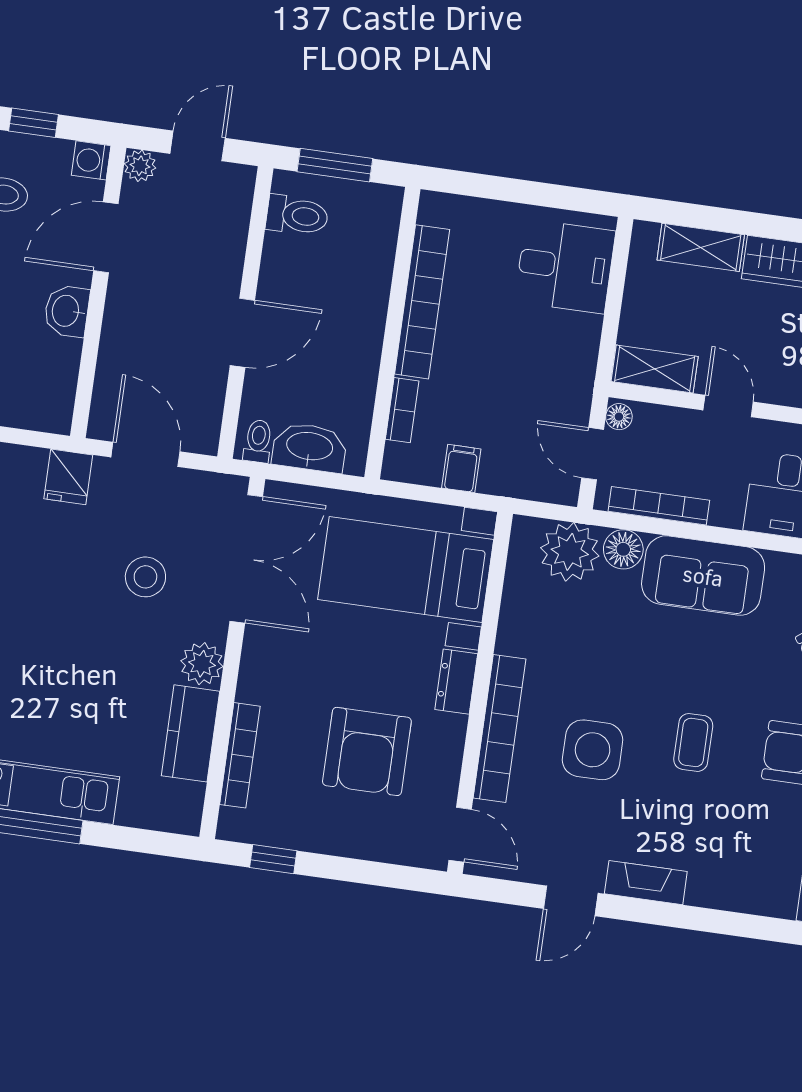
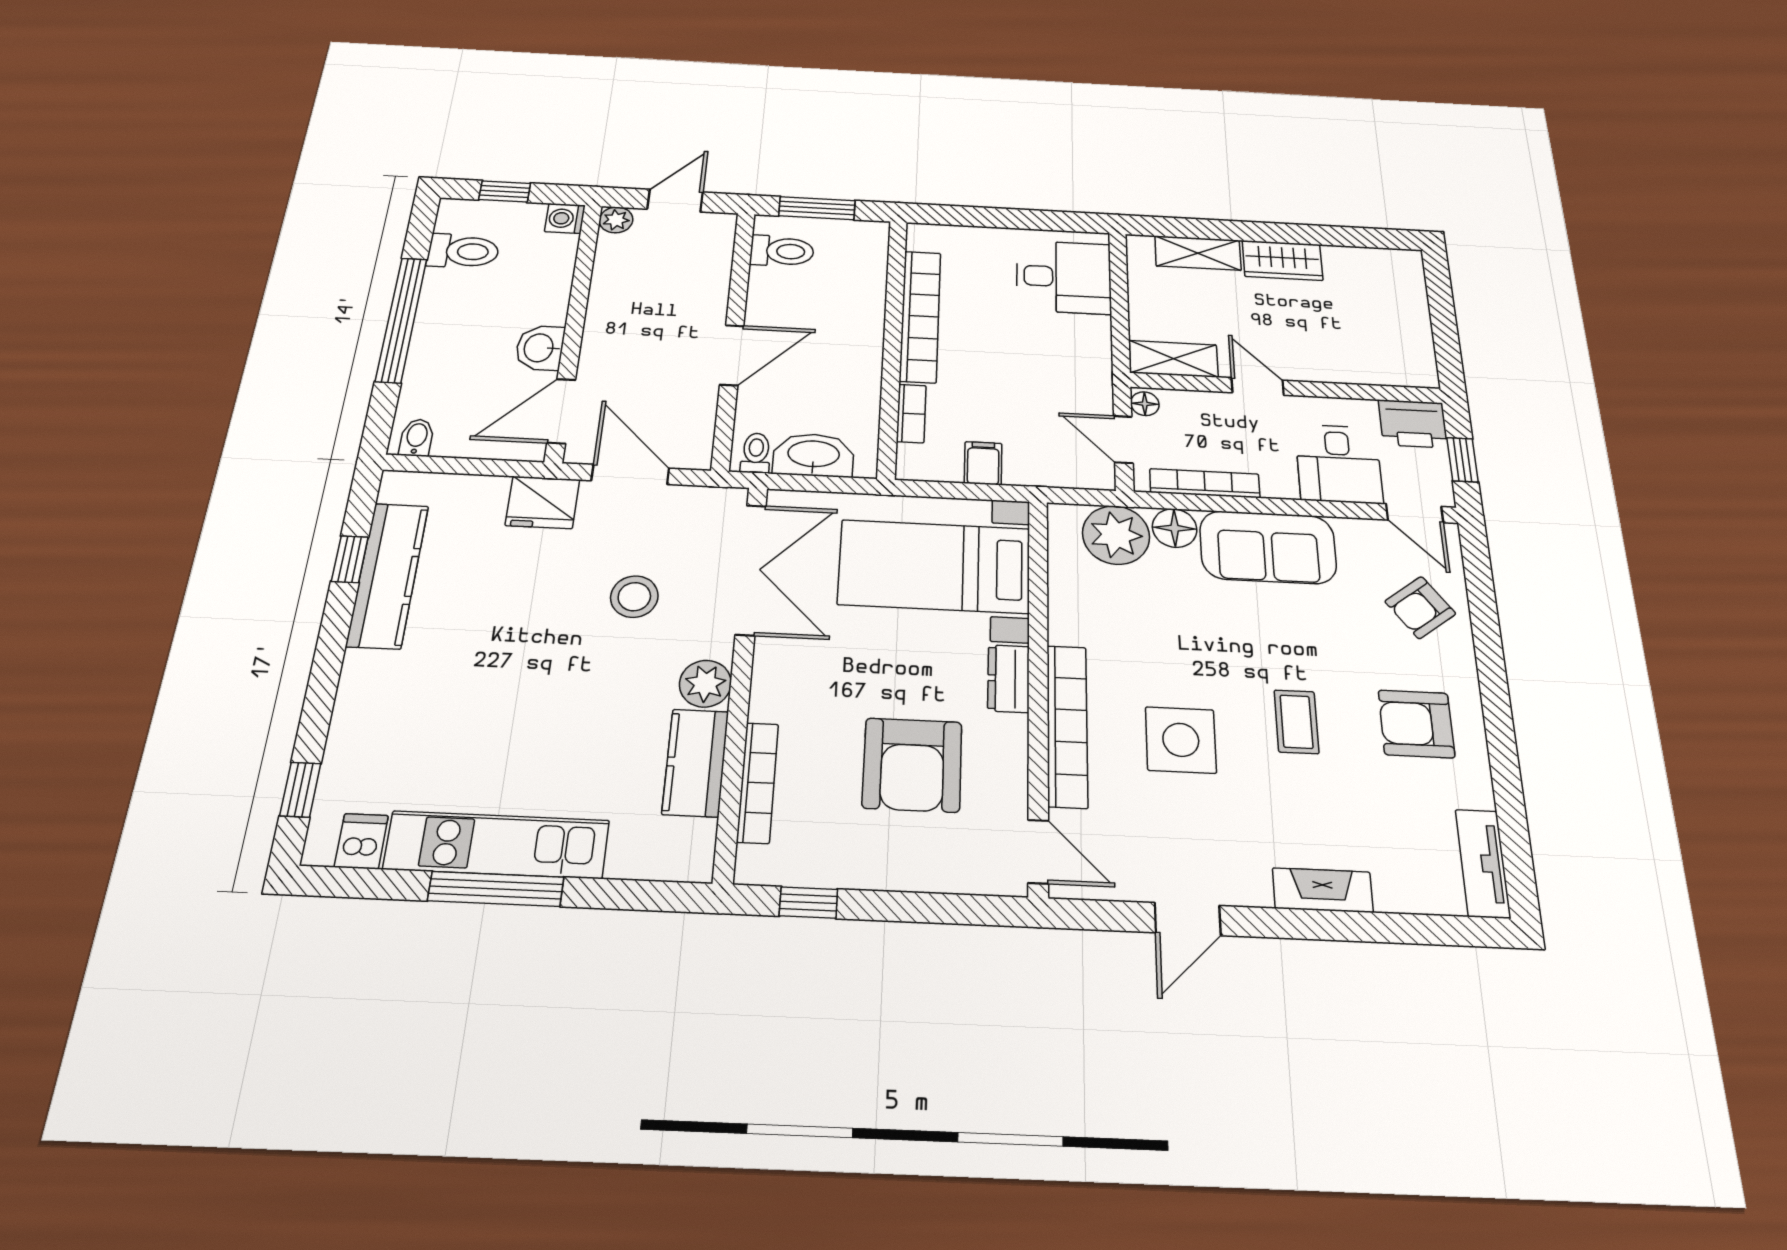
door: (106, 237) -> (561, 411), moved
fridge: (68, 477) -> (543, 502), width x1.38
fireplace: (646, 883) -> (1323, 890), moved

